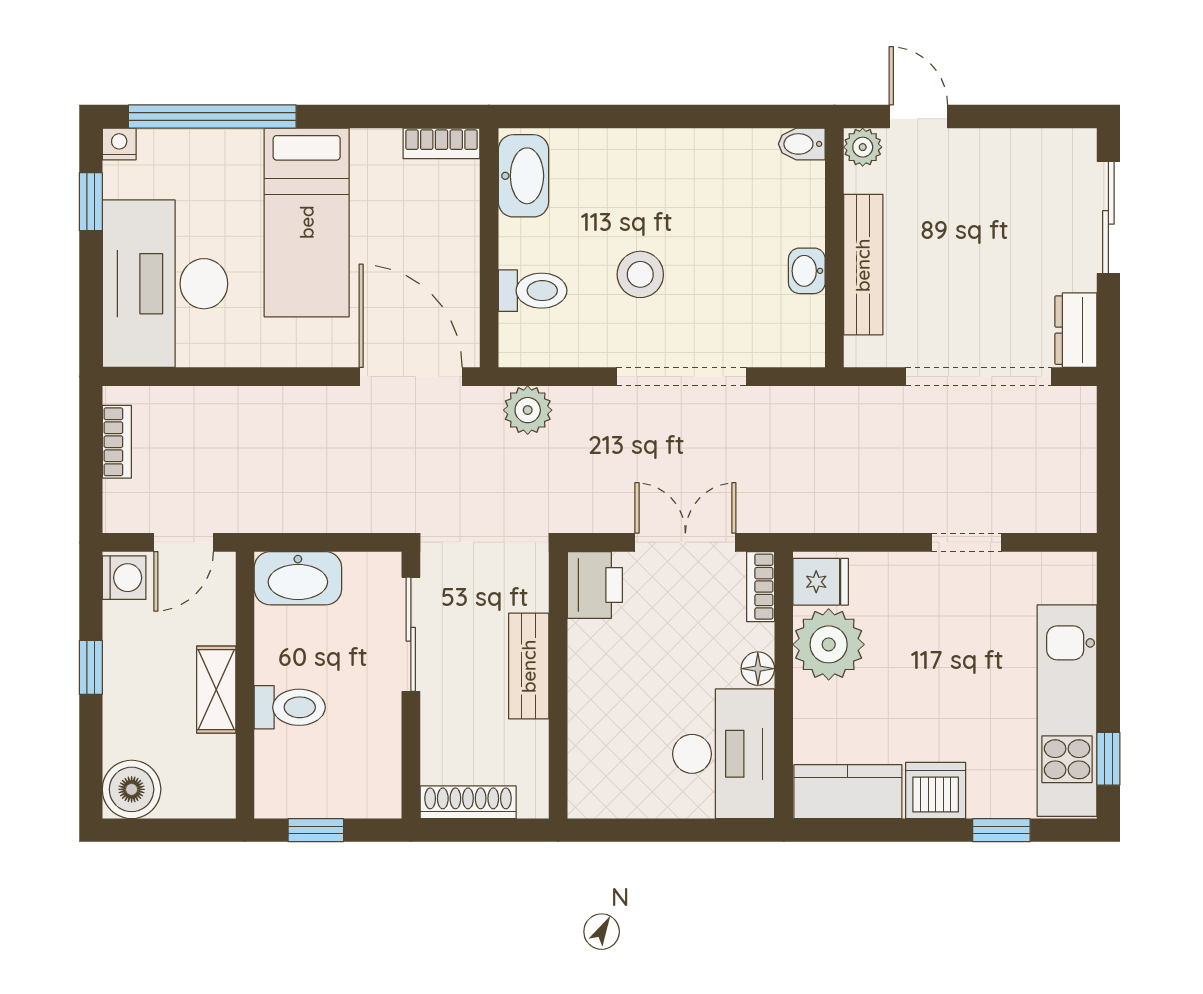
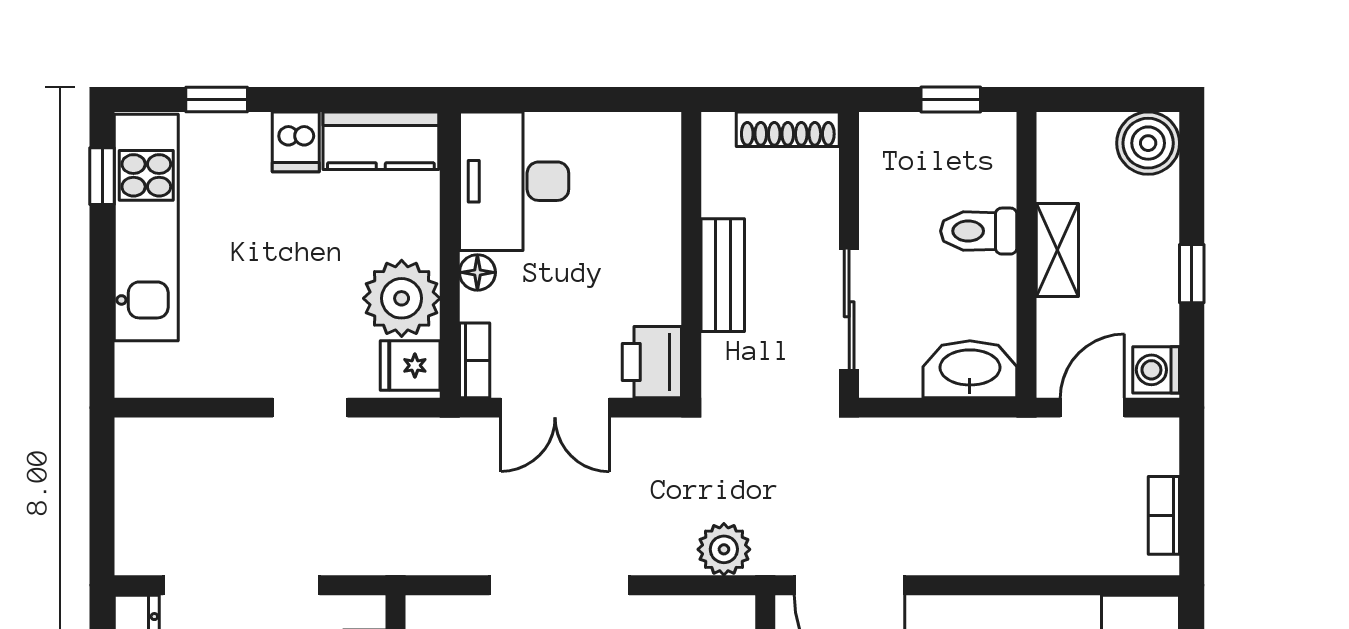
doorway: (966, 542) -> (310, 408), moved
dishwasher: (936, 791) -> (296, 142), width x0.73

